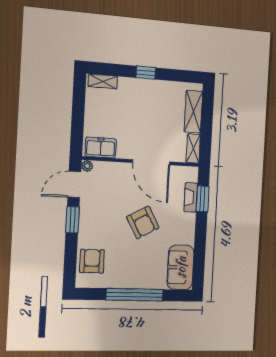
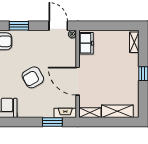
door: (151, 162) -> (78, 81), hinge flipped
fireplace: (191, 197) -> (65, 113), moved
window: (72, 220) -> (19, 26), moved

